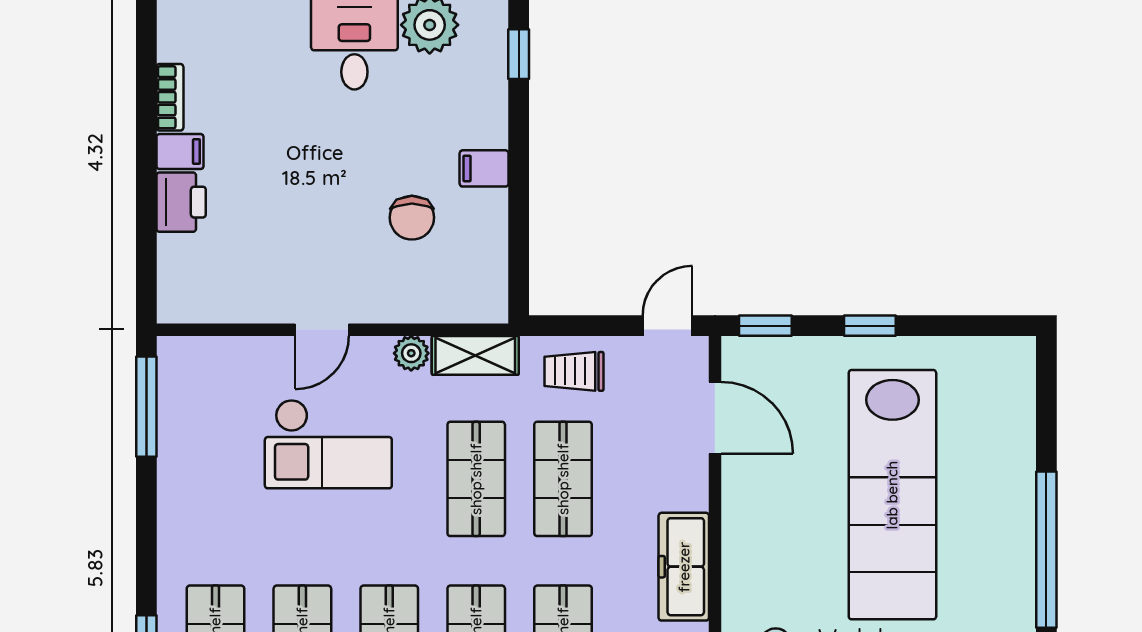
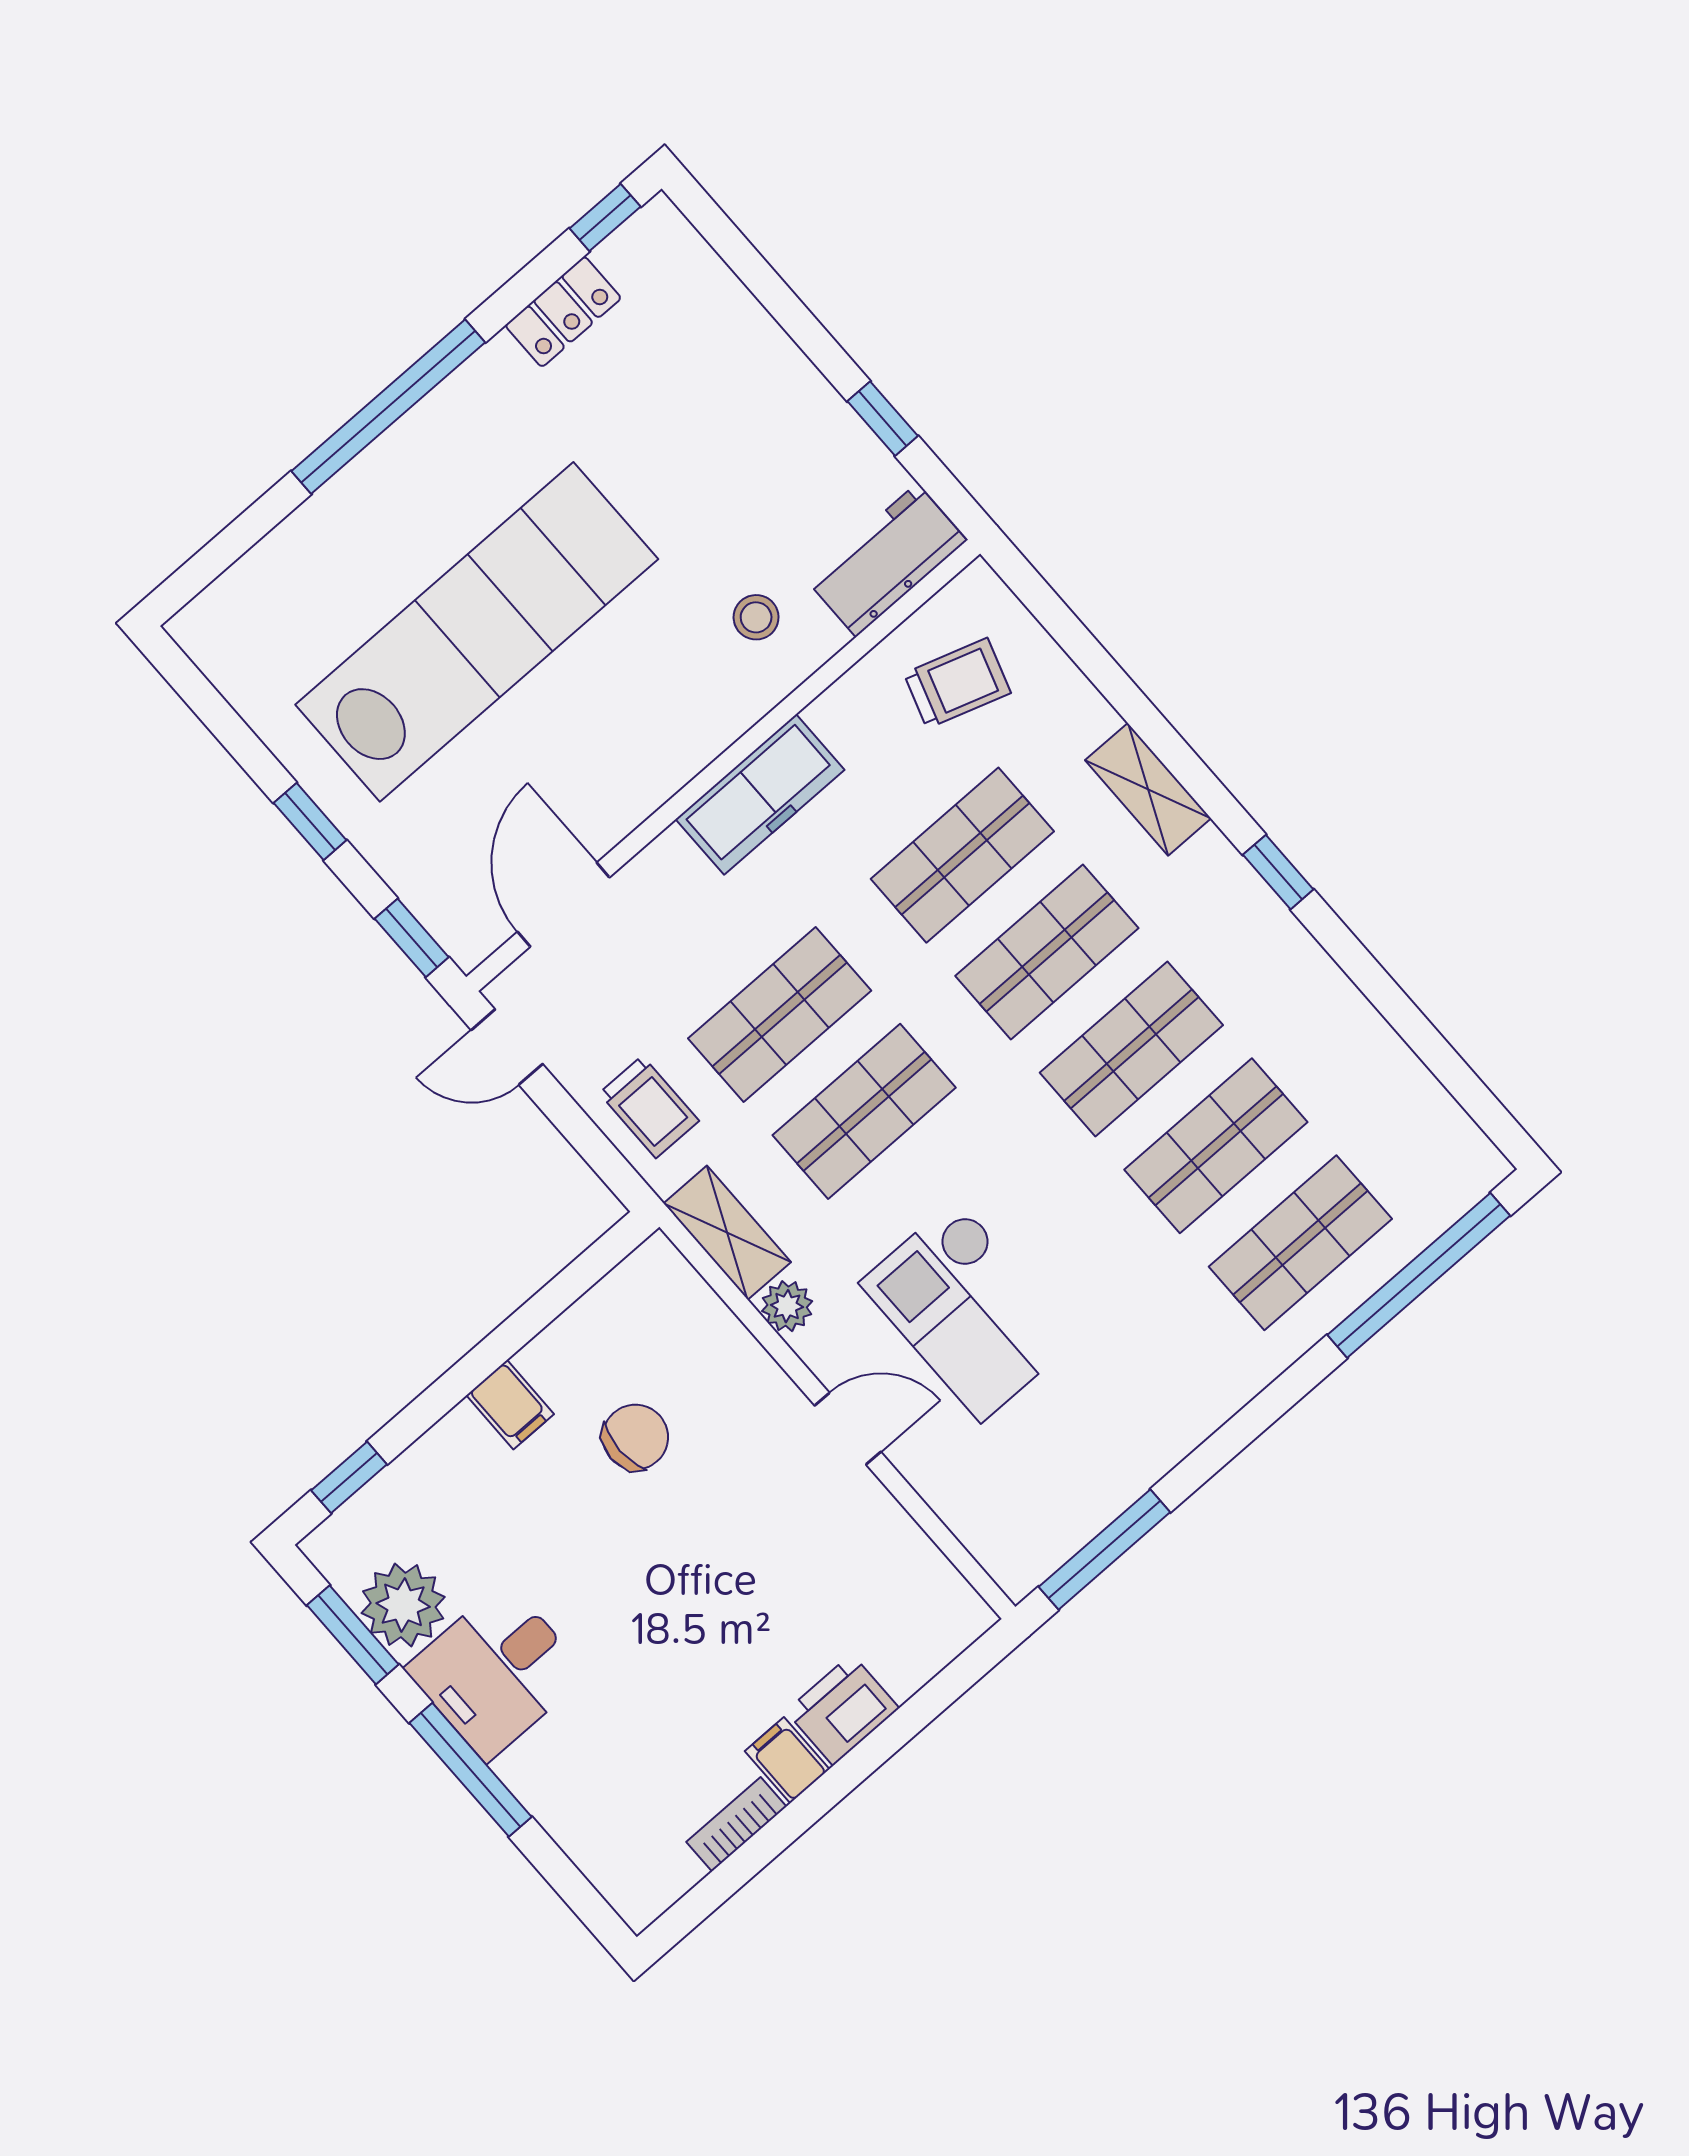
checkout: (328, 444) -> (969, 1310), turned 180

